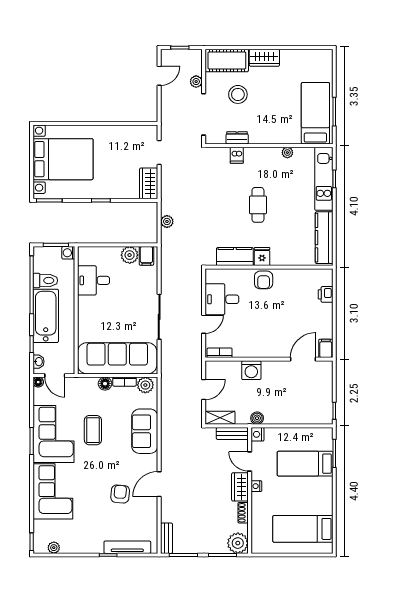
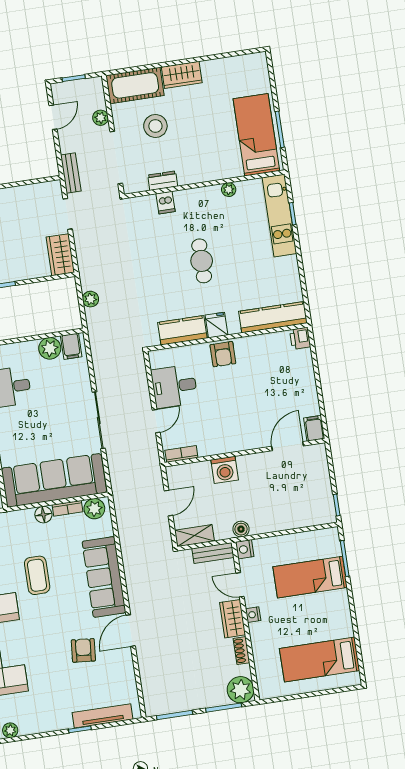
kitchen counter: (324, 238) -> (273, 317), moved, turned 90
printer: (326, 294) -> (300, 338), moved
sofa: (145, 431) -> (104, 577), width x1.36
bench: (167, 538) -> (71, 173), moved

